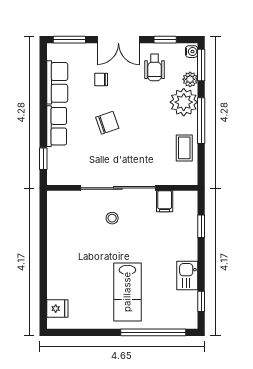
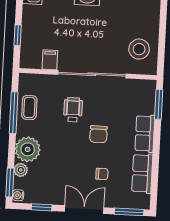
wheelchair: (155, 68) -> (73, 110), moved
window: (201, 121) -> (14, 113), moved
chair: (107, 123) -> (98, 134), turned -71
window: (43, 159) -> (159, 104), width x1.50
stool: (112, 218) -> (139, 49), moved, width x1.89, depth x1.89

